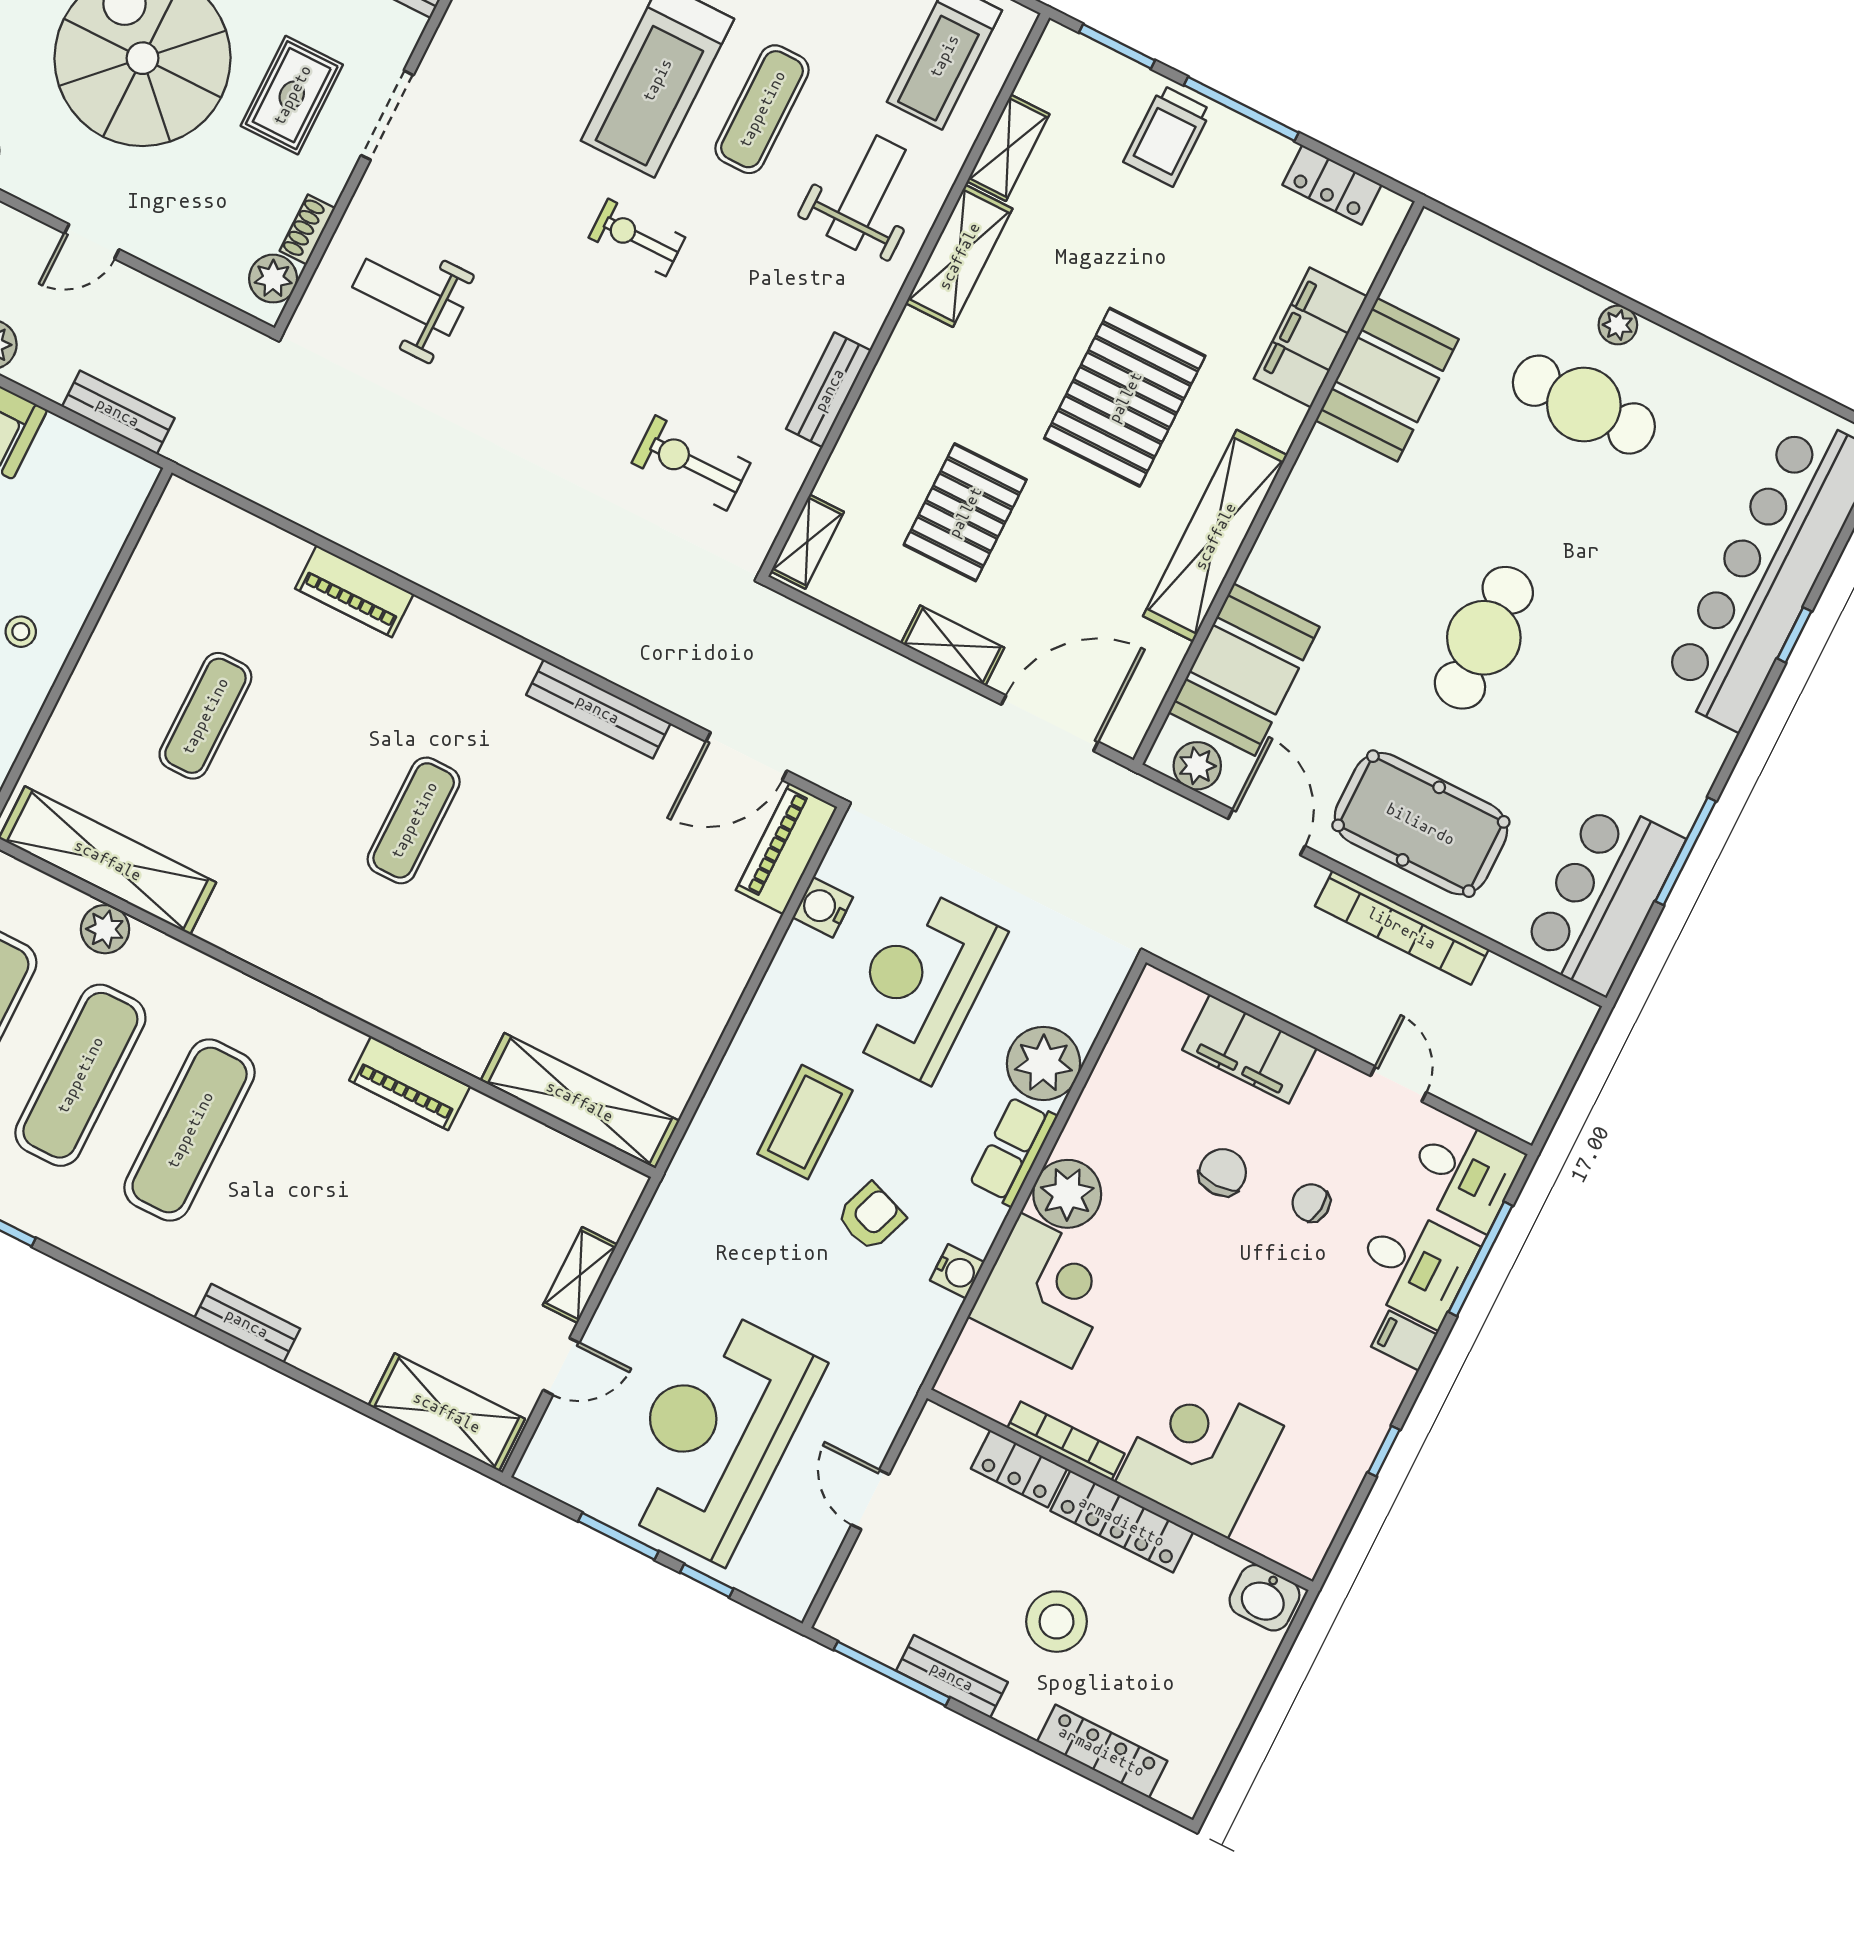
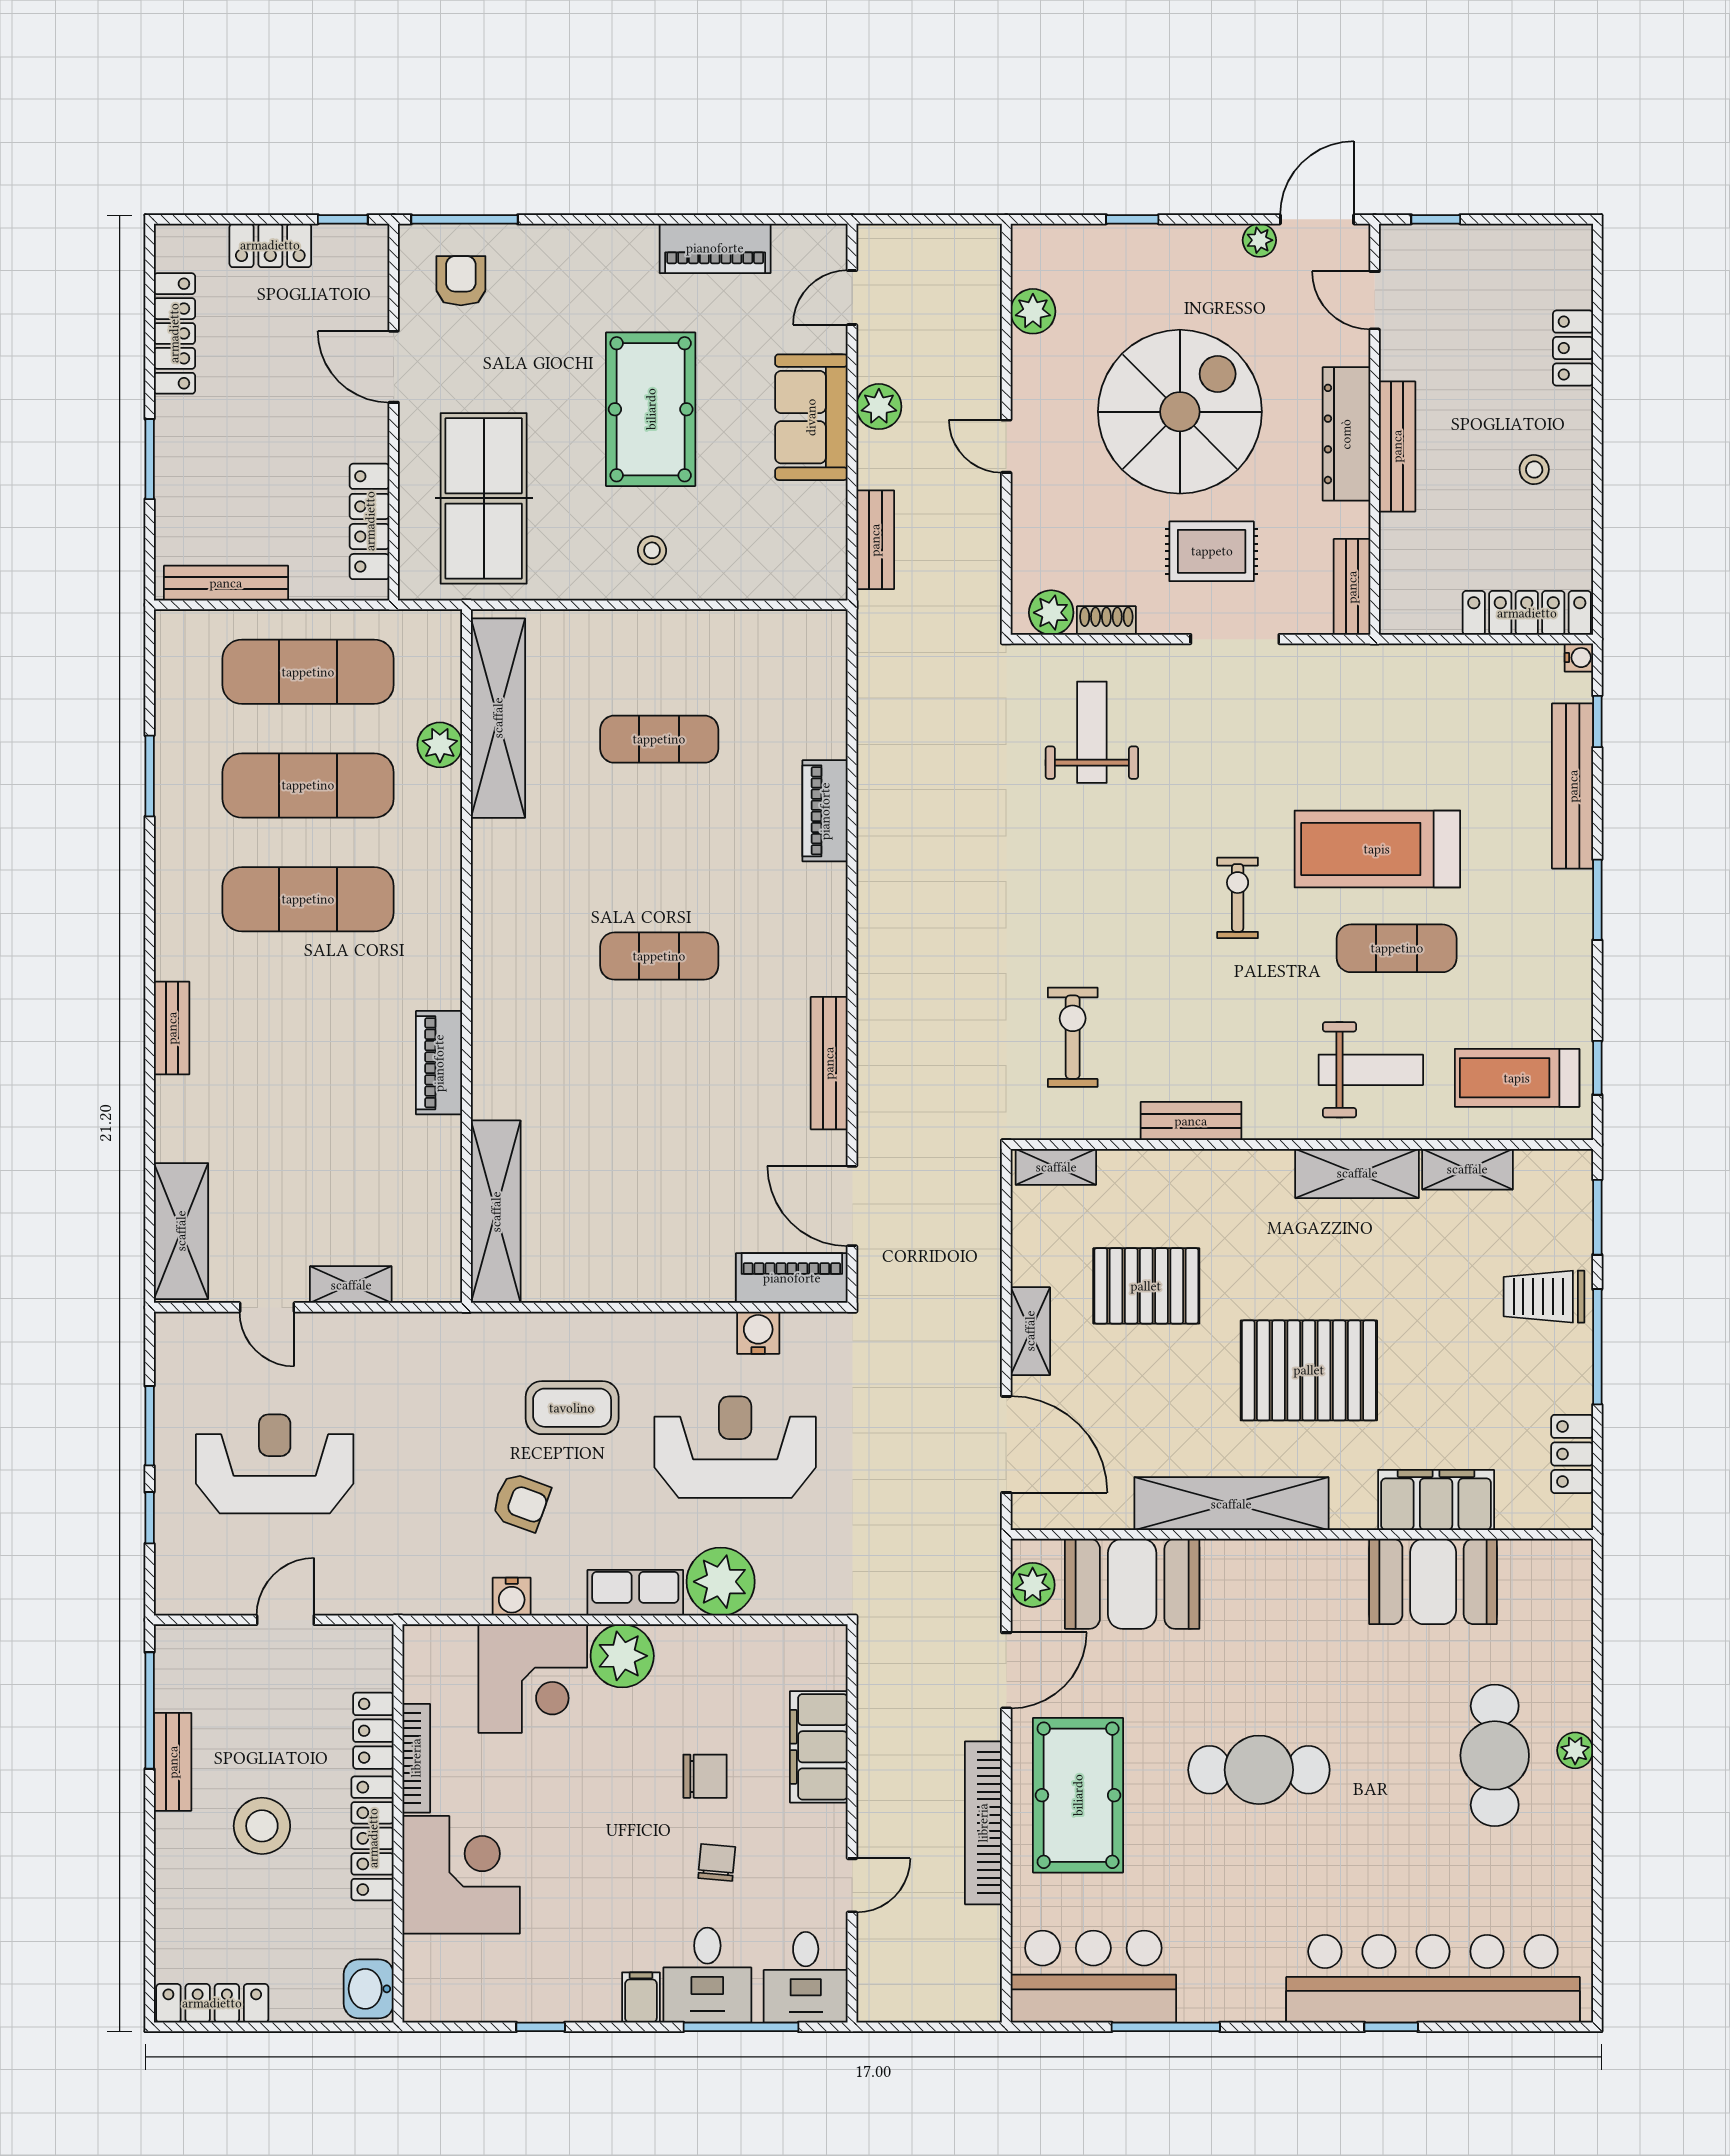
reception desk: (715, 1435) -> (275, 1464), width x0.74, depth x0.77
locker: (1102, 1751) -> (212, 2003), moved, turned -90

